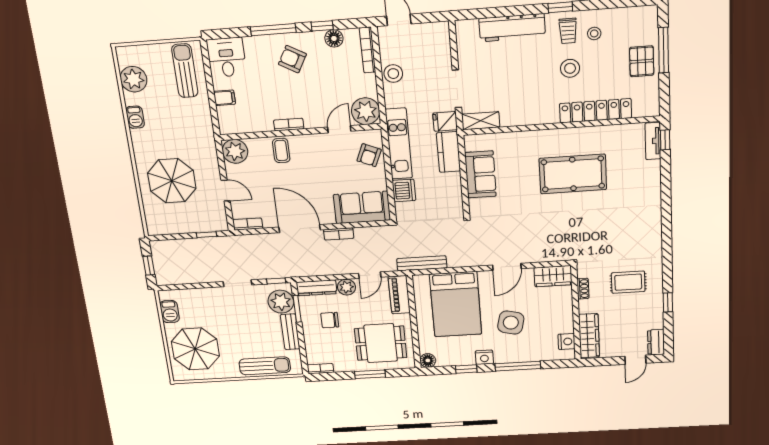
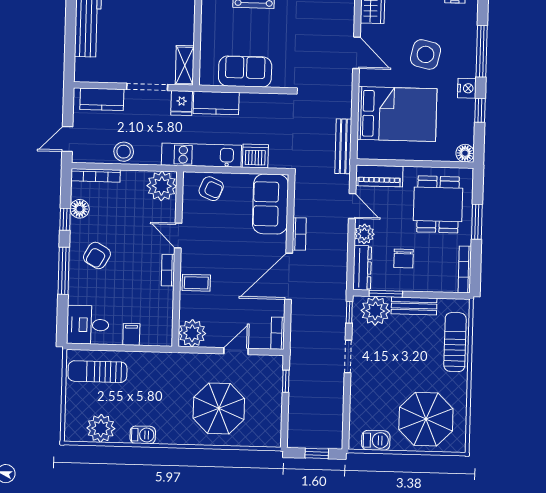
kitchen counter: (441, 48) -> (102, 99), added
door: (339, 129) -> (178, 236), moved
bookcase: (320, 369) -> (465, 269), width x1.56

